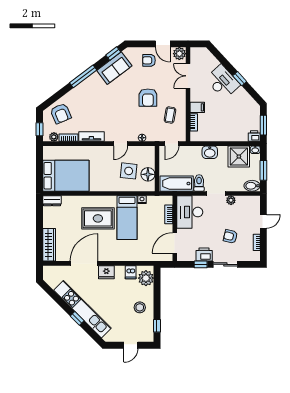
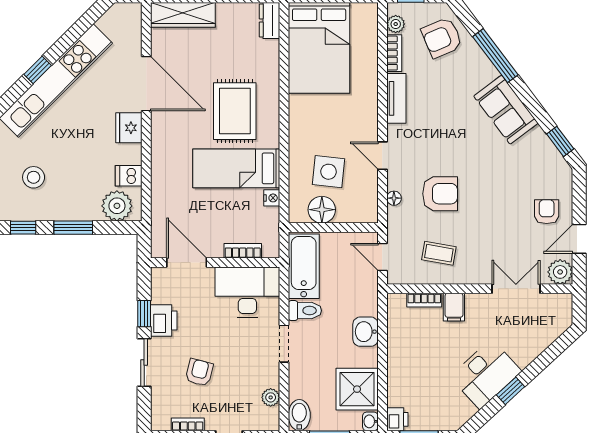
sofa: (114, 68) -> (506, 110), moved
window: (83, 76) -> (495, 56), moved
desk: (223, 82) -> (486, 374), moved
armchair: (148, 98) -> (440, 194), moved, turned 180
plant: (231, 200) -> (271, 397), moved
window: (157, 300) -> (73, 228), added
stool: (140, 307) -> (34, 177), moved

